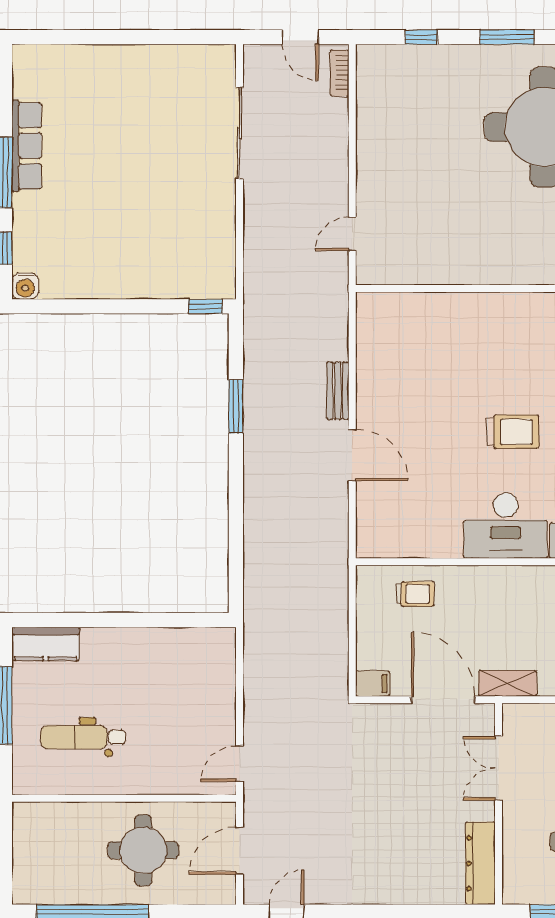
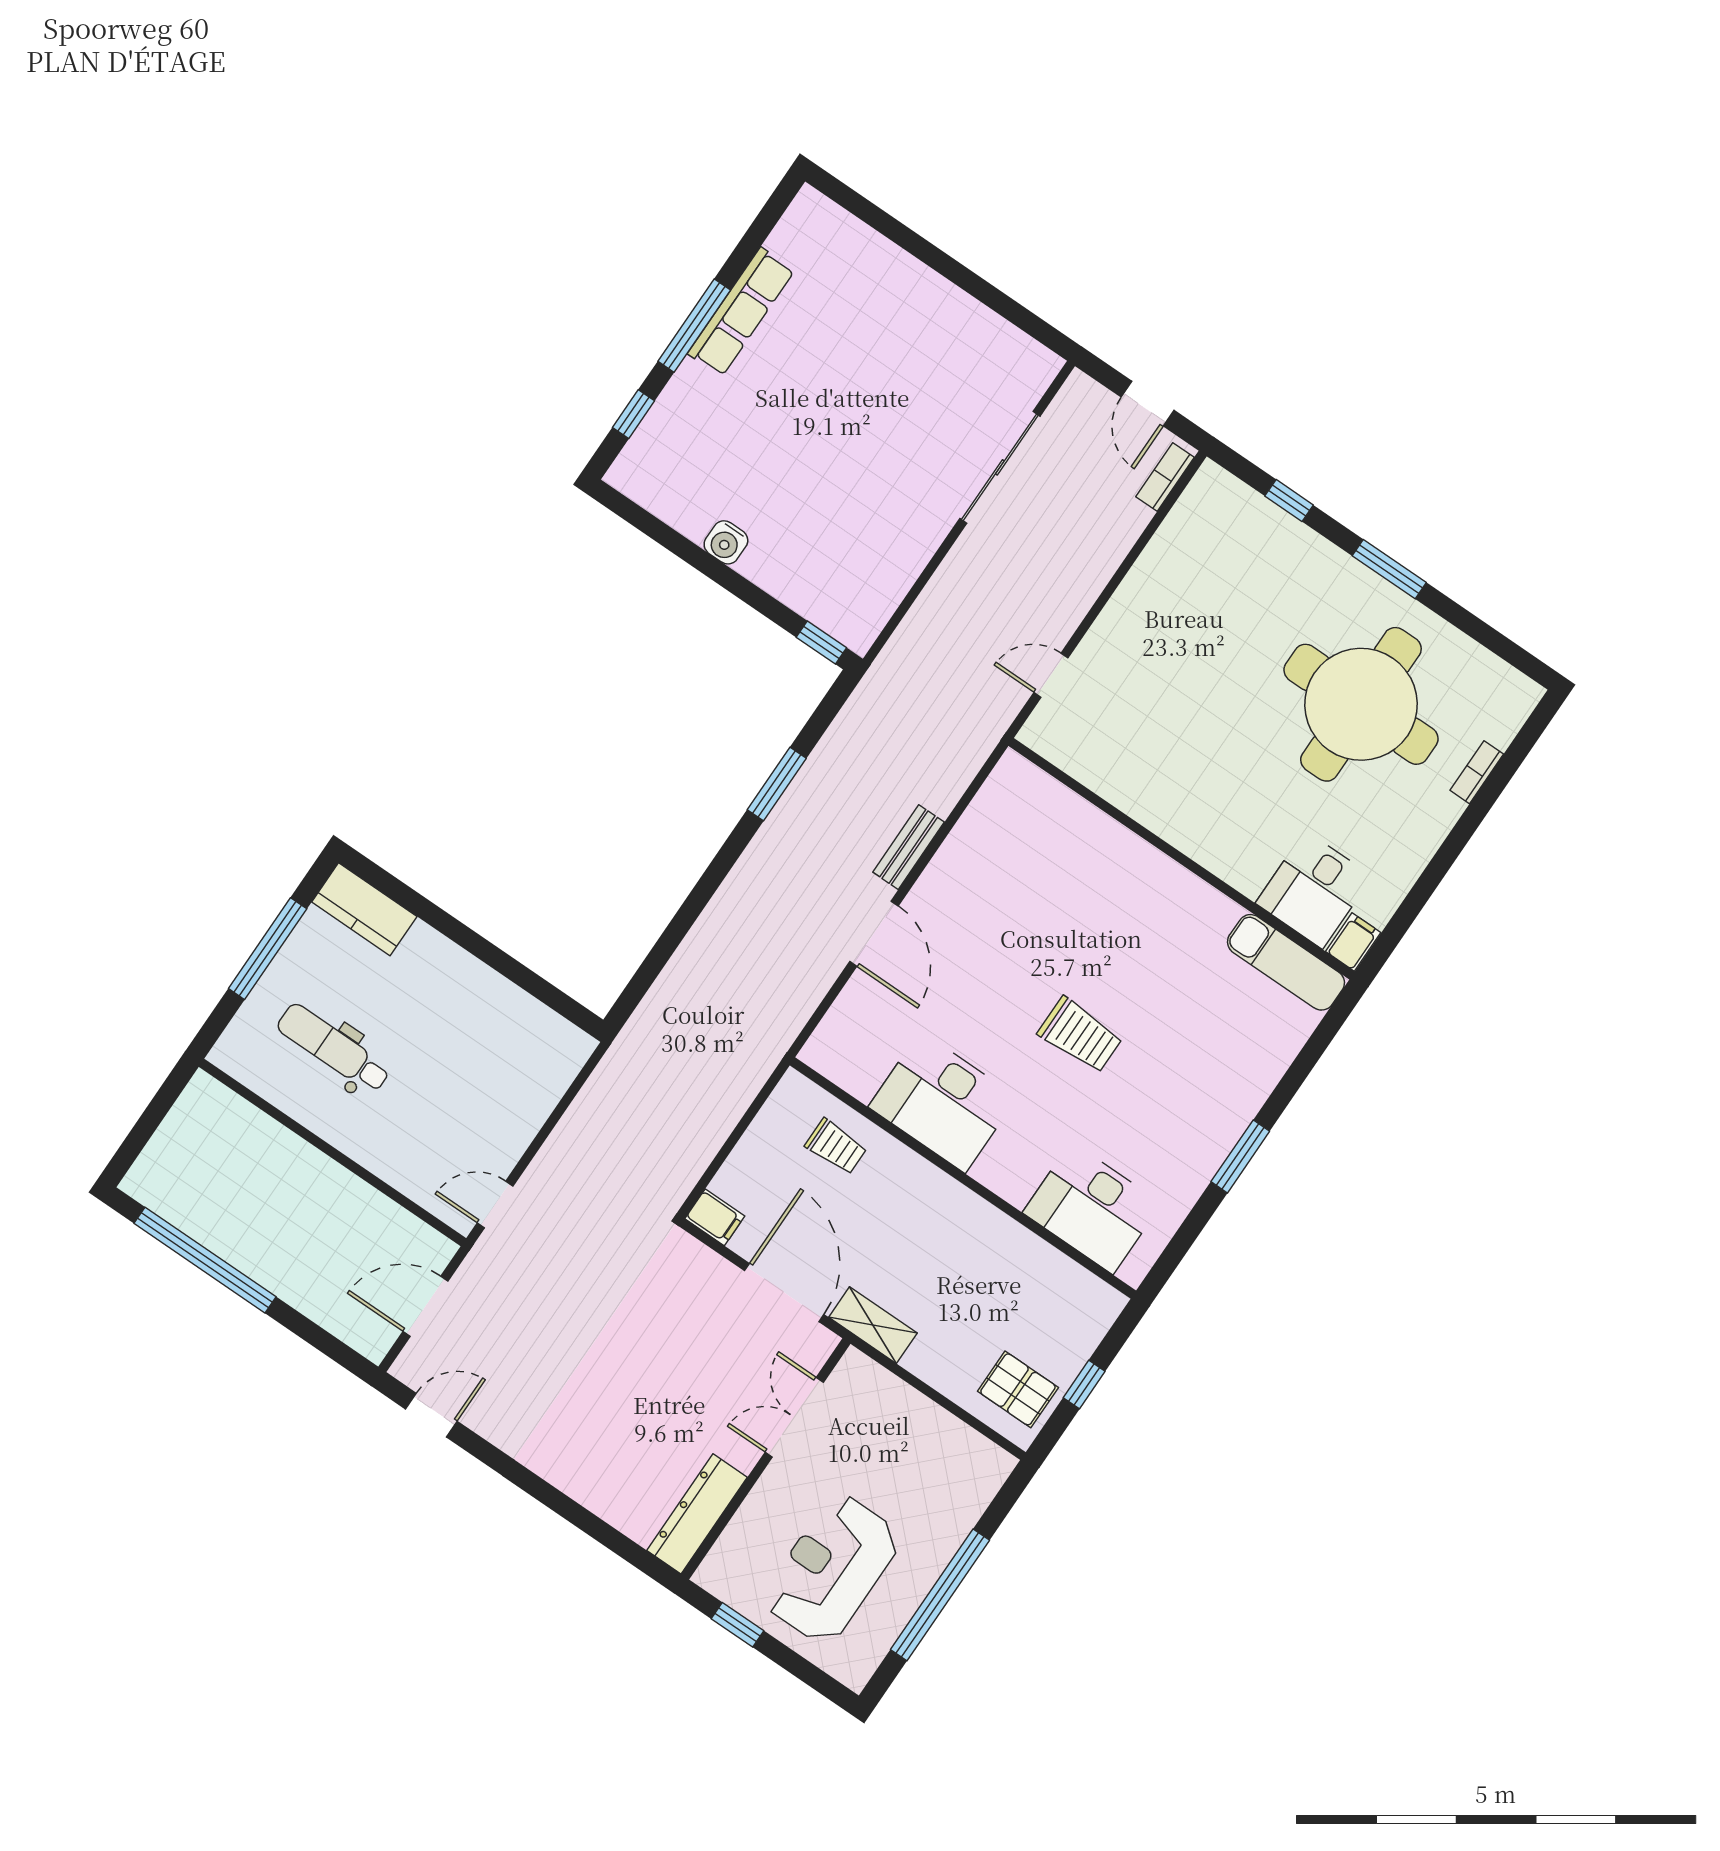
water cooler: (25, 286) -> (726, 542), moved
desk: (506, 526) -> (943, 1102), moved
round table: (143, 850) -> (313, 1229), removed

